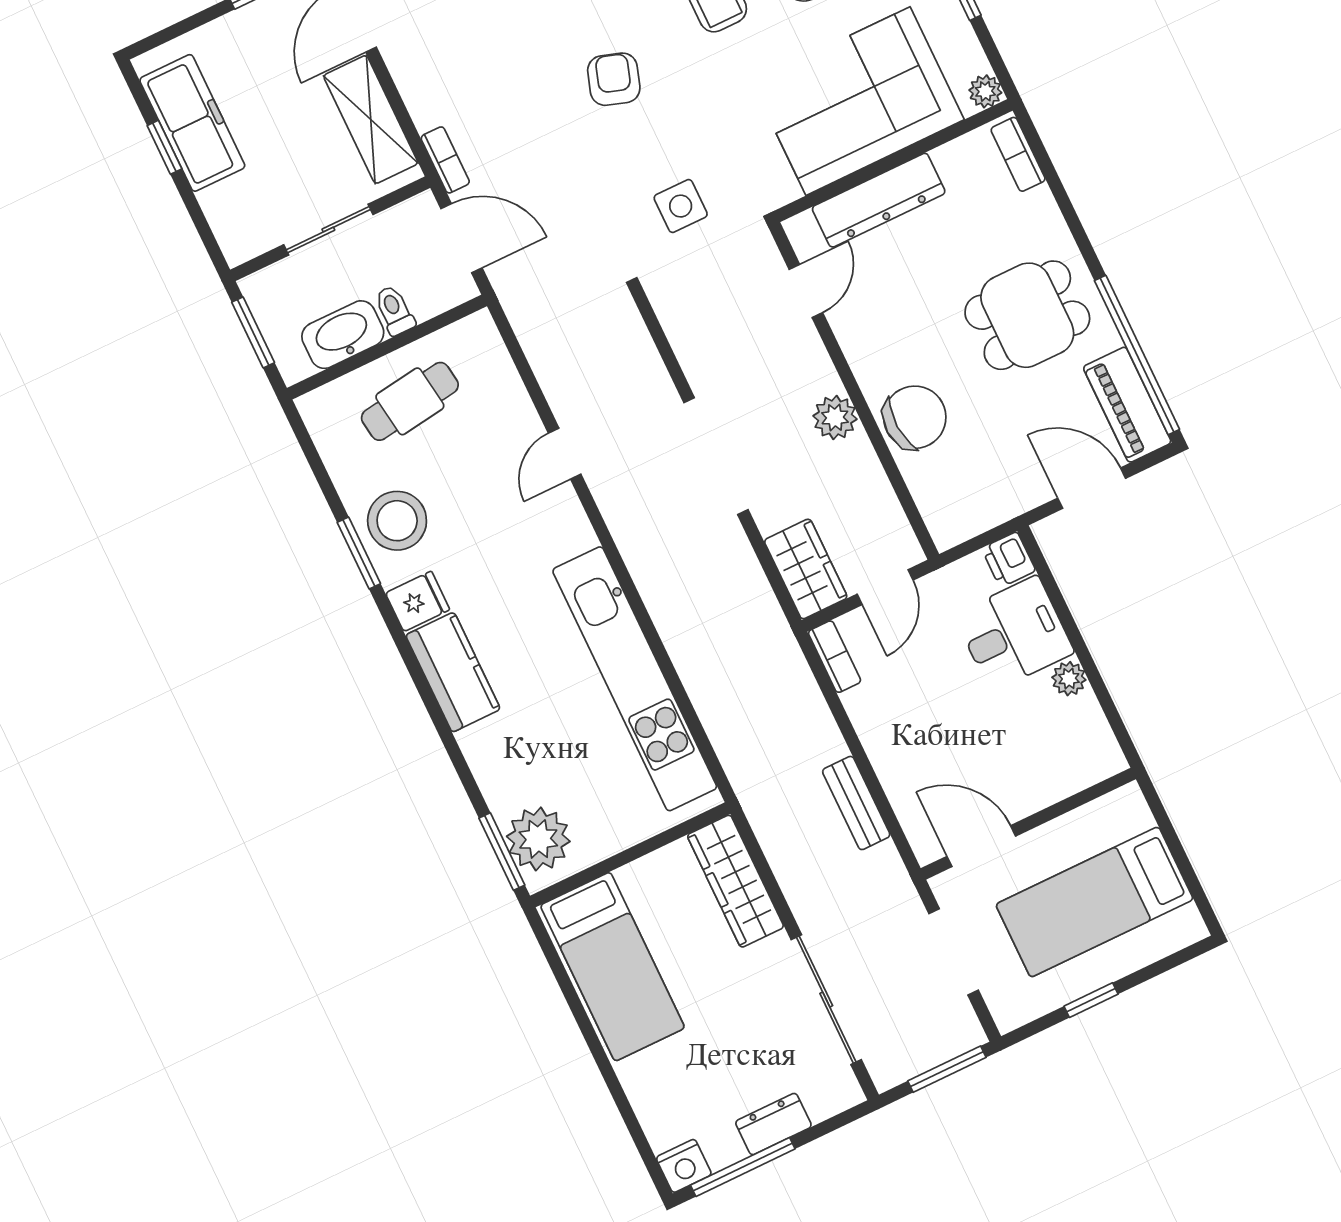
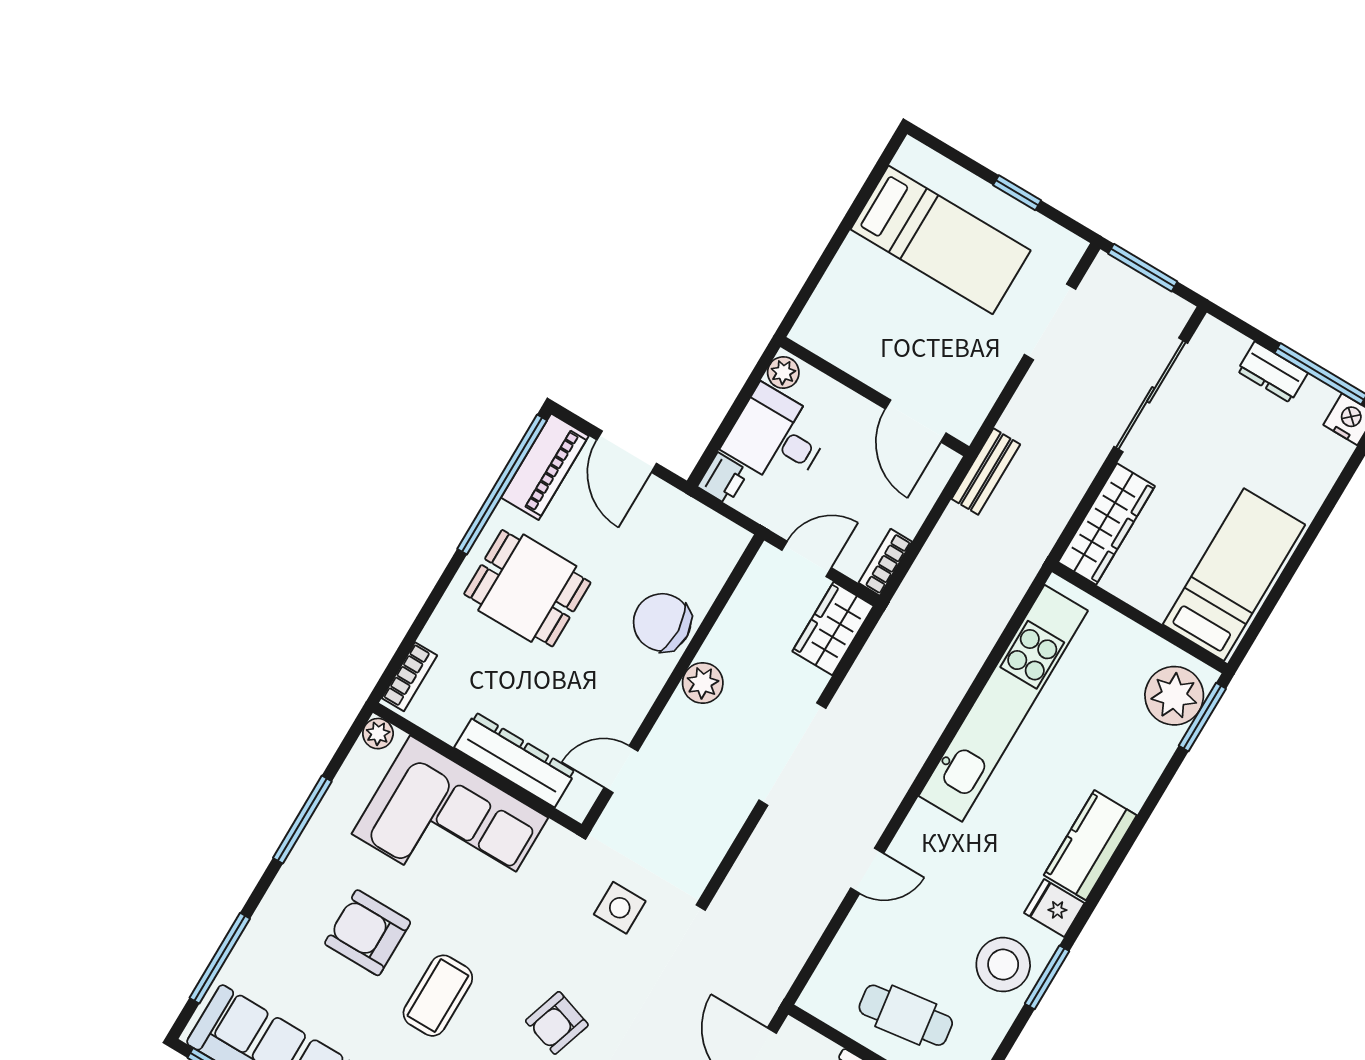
wall: (1028, 824) -> (875, 397), moved
door: (981, 846) -> (916, 421), moved

